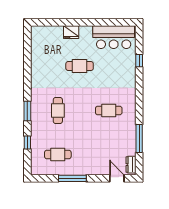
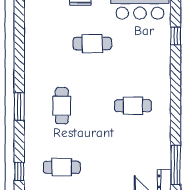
window: (139, 138) -> (176, 165), moved
window: (27, 143) -> (19, 171), moved

